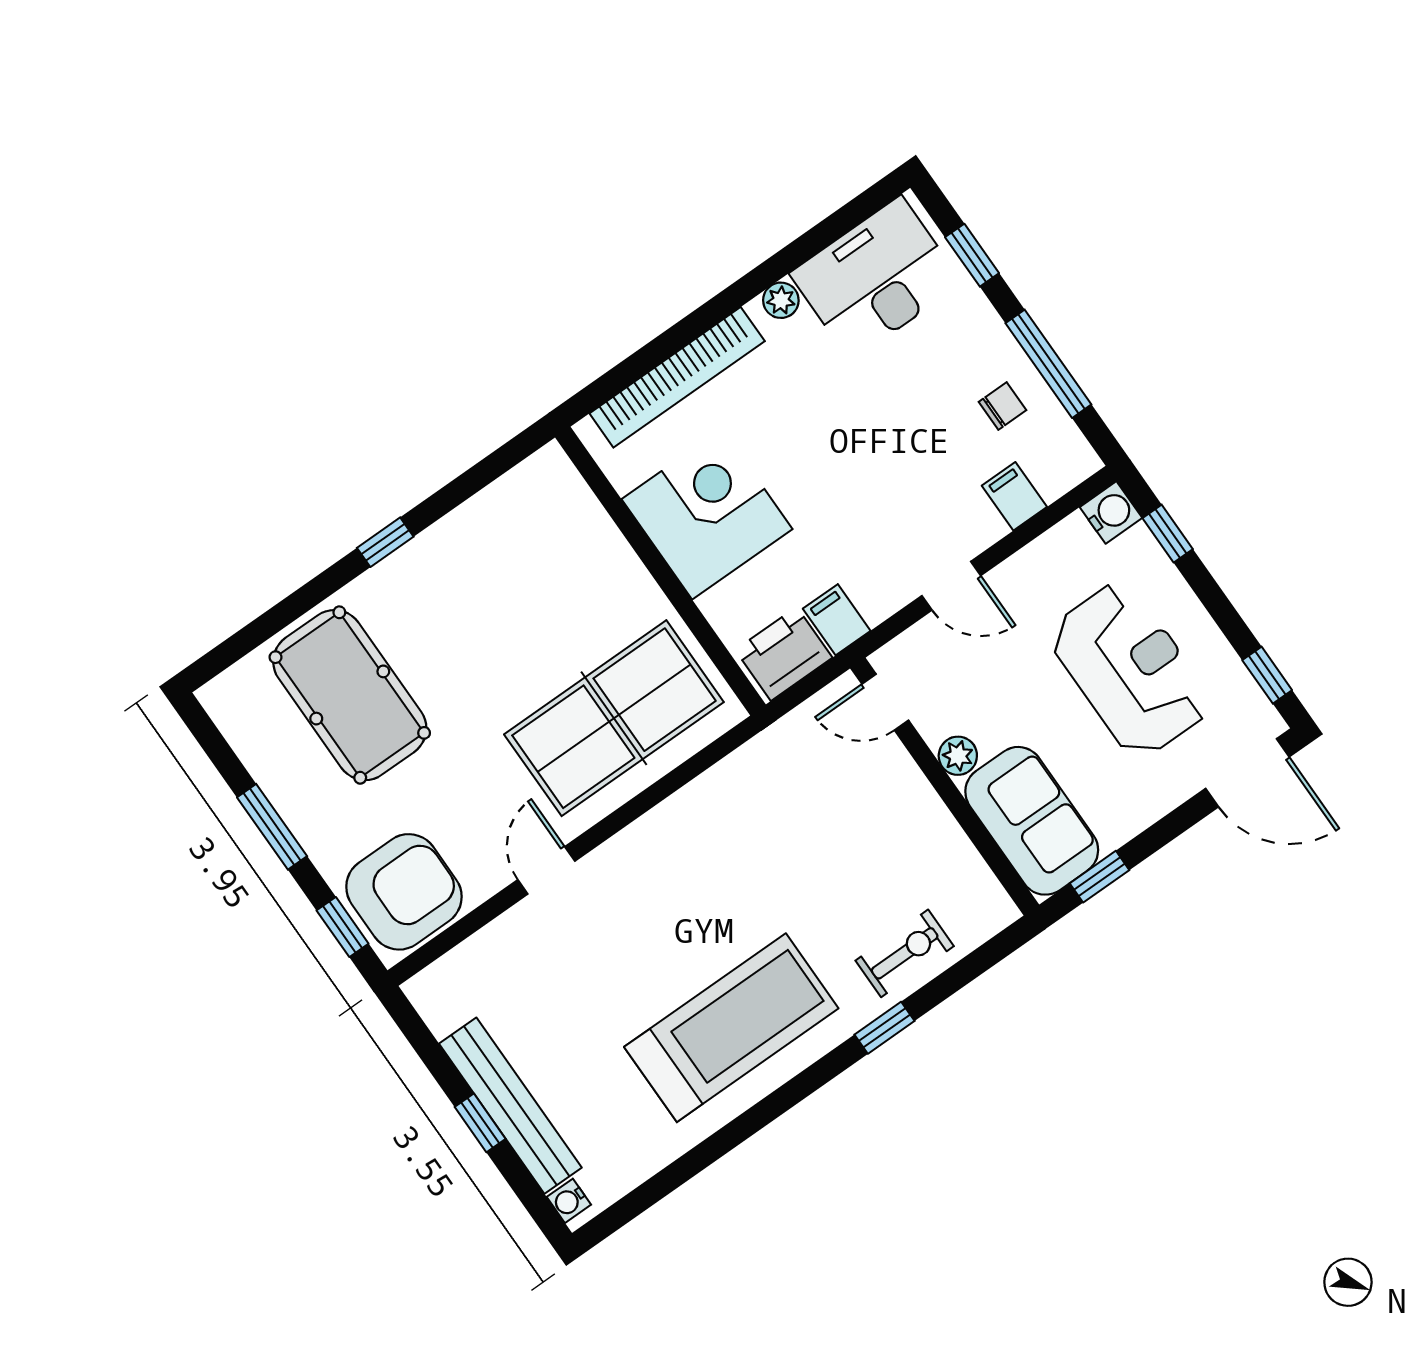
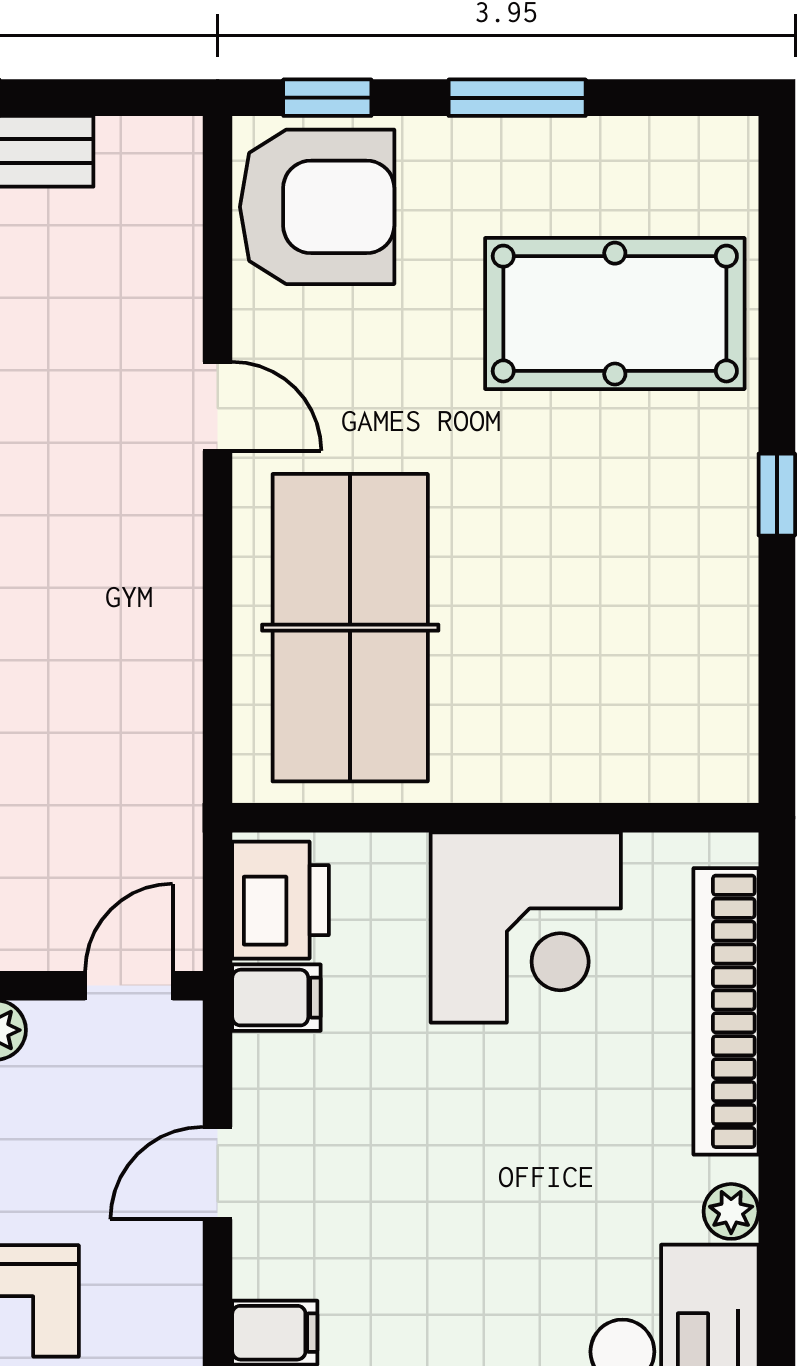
armchair: (404, 892) -> (317, 207), turned -90

